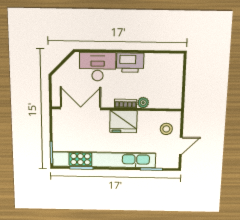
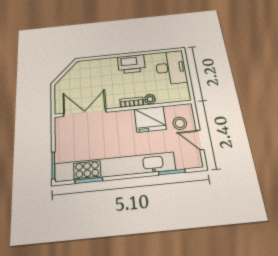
desk: (98, 67) -> (171, 67), moved, turned 90
fridge: (123, 122) -> (150, 119), moved
door: (181, 146) -> (200, 140), swing flipped

